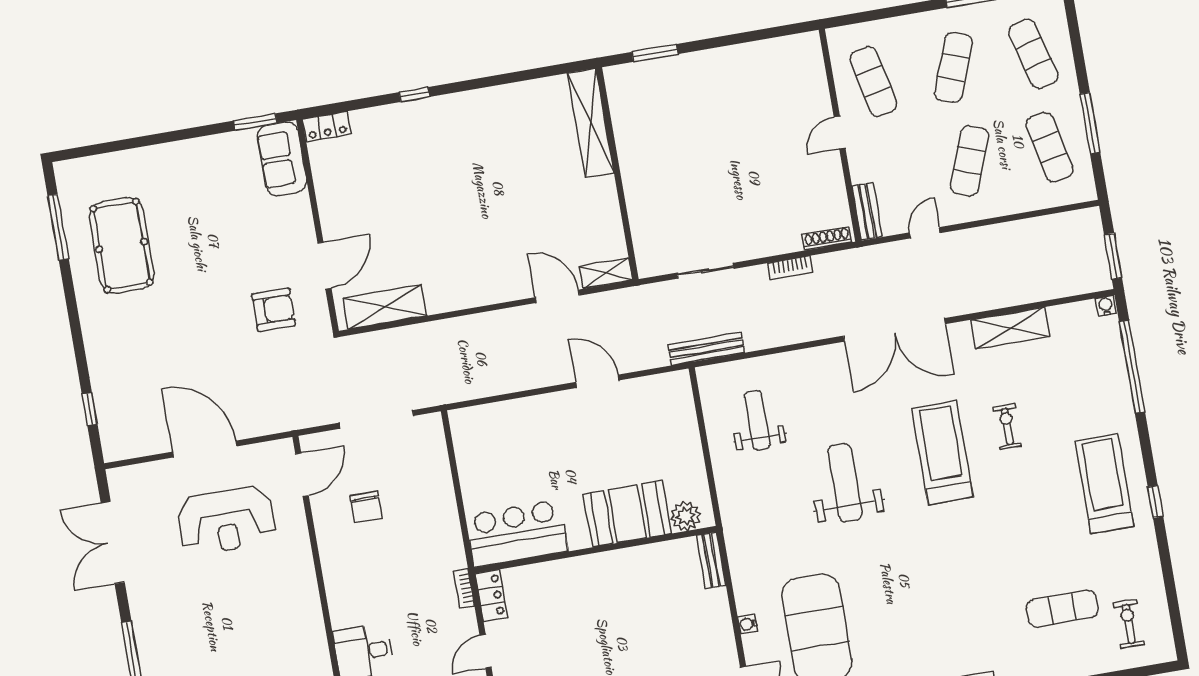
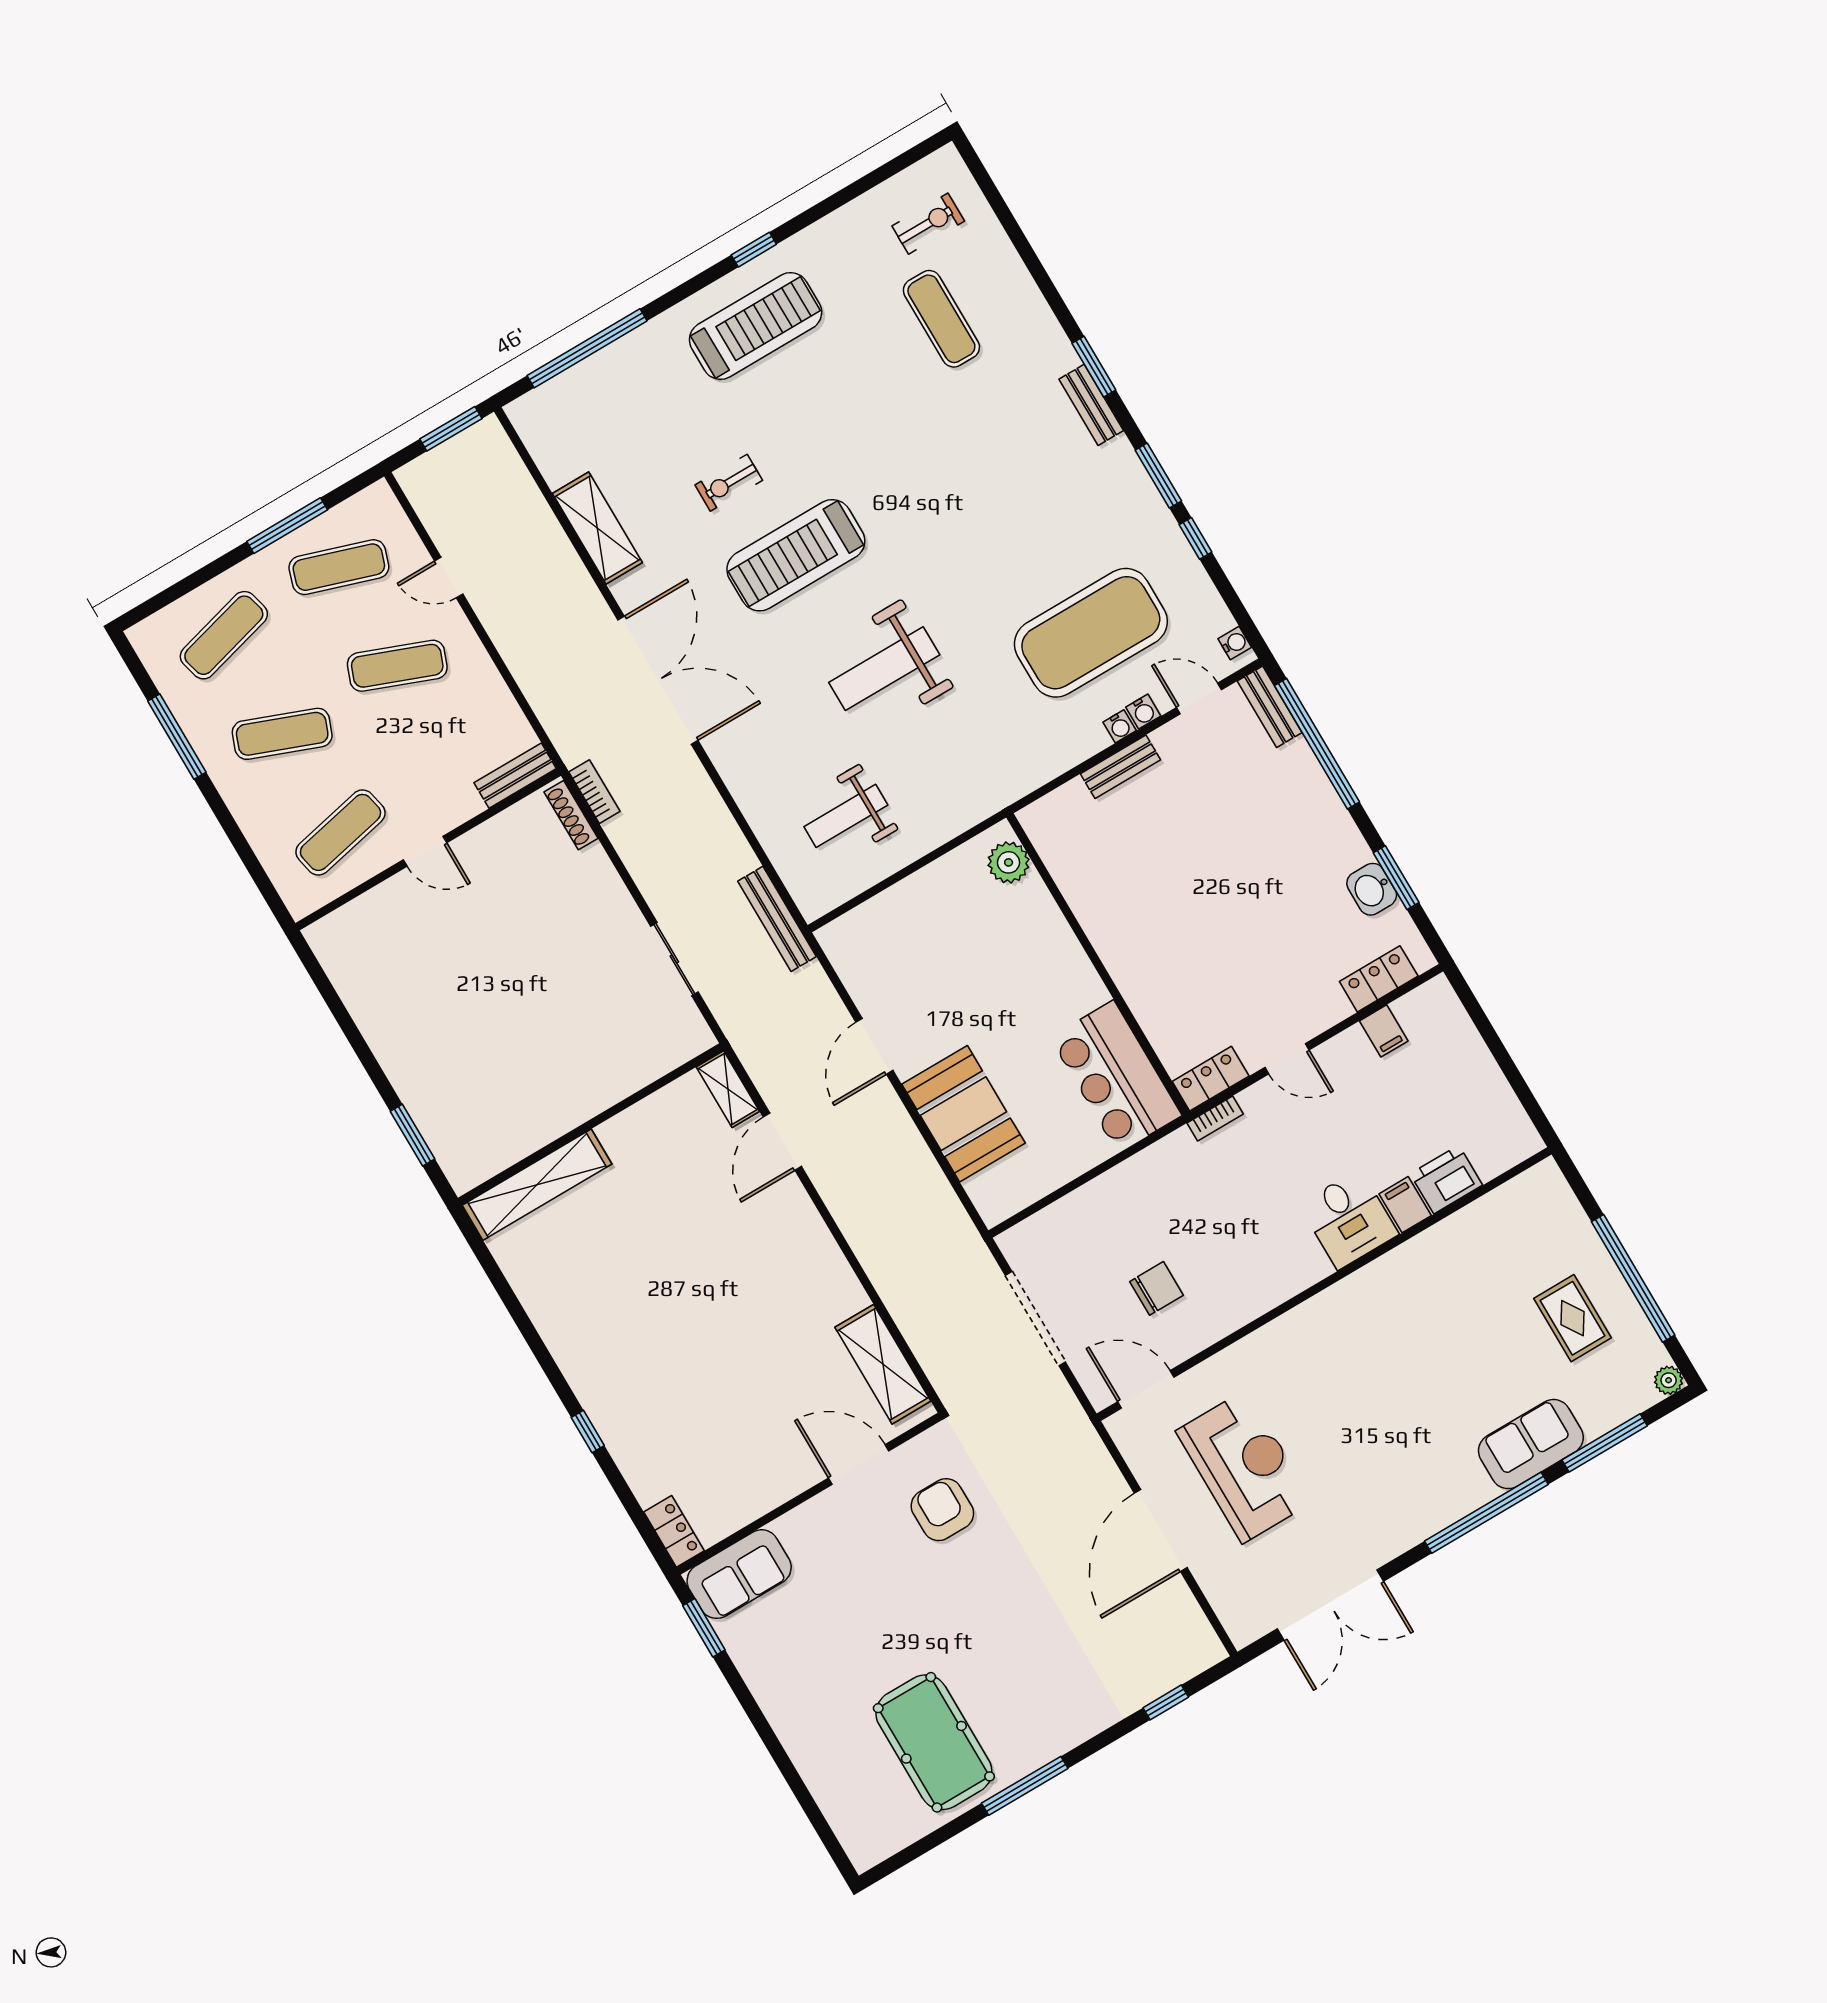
exercise mat: (1049, 147) -> (339, 567), turned 30
window: (58, 227) -> (1025, 1786), moved
door: (925, 233) -> (449, 577), moved
pool table: (122, 245) -> (934, 1742), turned 90
bookcase: (790, 268) -> (594, 792), moved
water cooler: (1106, 306) -> (1143, 712), moved, turned -90
treadmill: (1104, 484) -> (756, 326), turned 180
booth: (627, 514) -> (963, 1114), moved
bench: (711, 560) -> (1120, 767), moved
exercise bike: (1129, 624) -> (928, 224), turned 180

